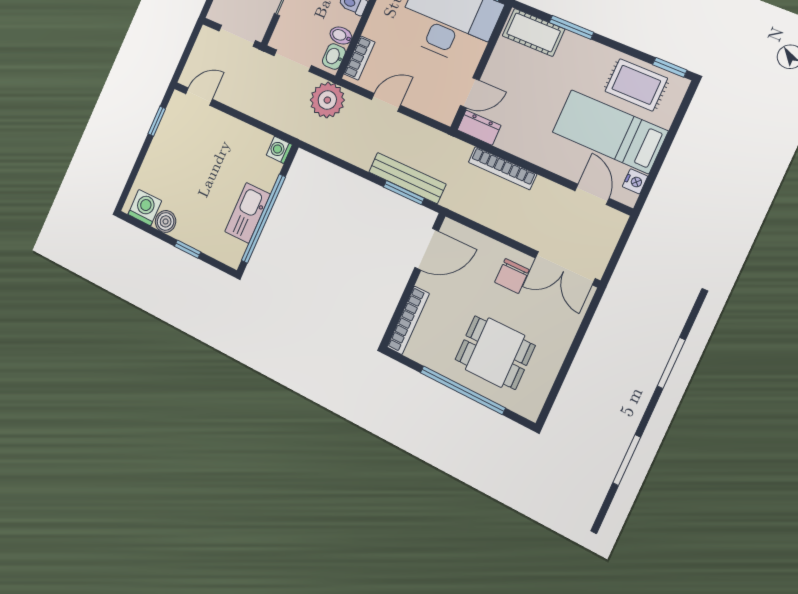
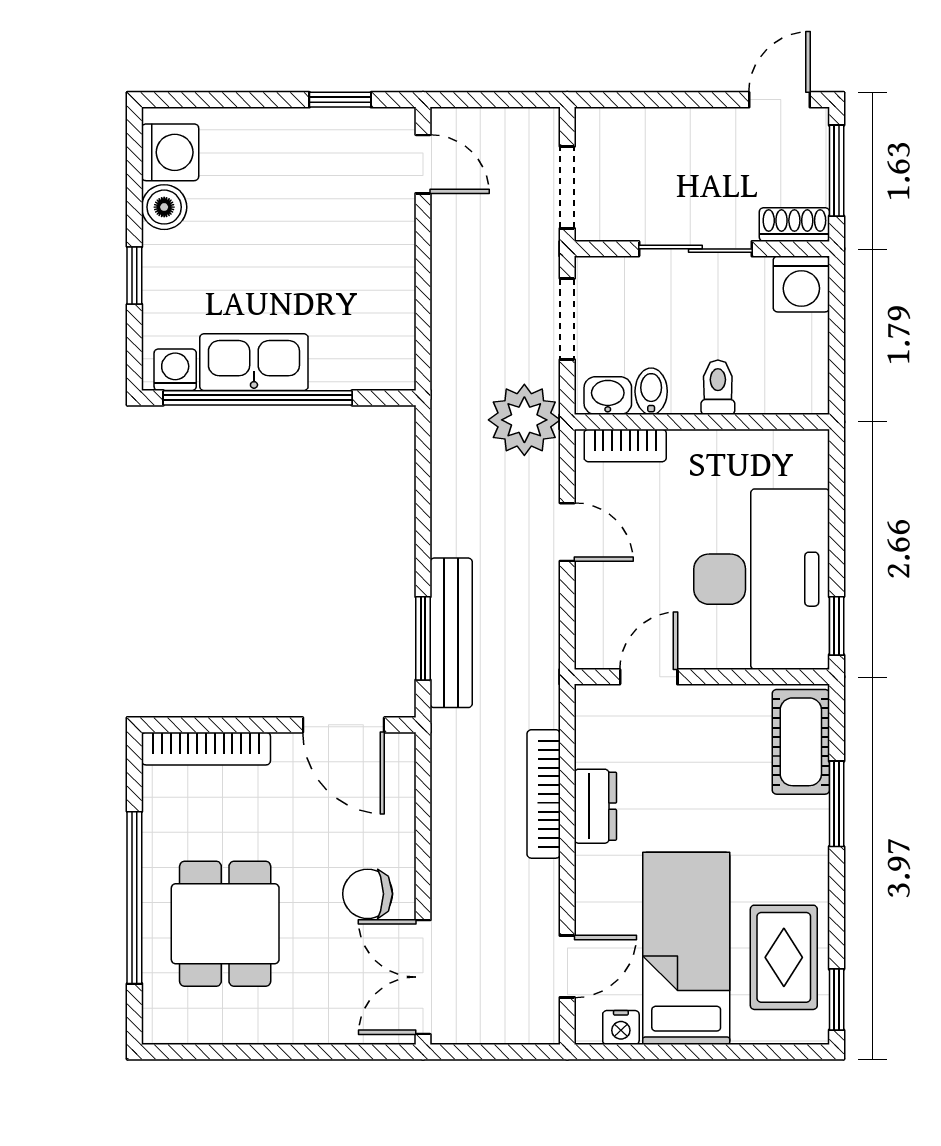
door: (470, 93) -> (649, 677), swing flipped
dresser: (479, 128) -> (595, 806), moved
washing machine: (279, 150) -> (175, 370), moved

